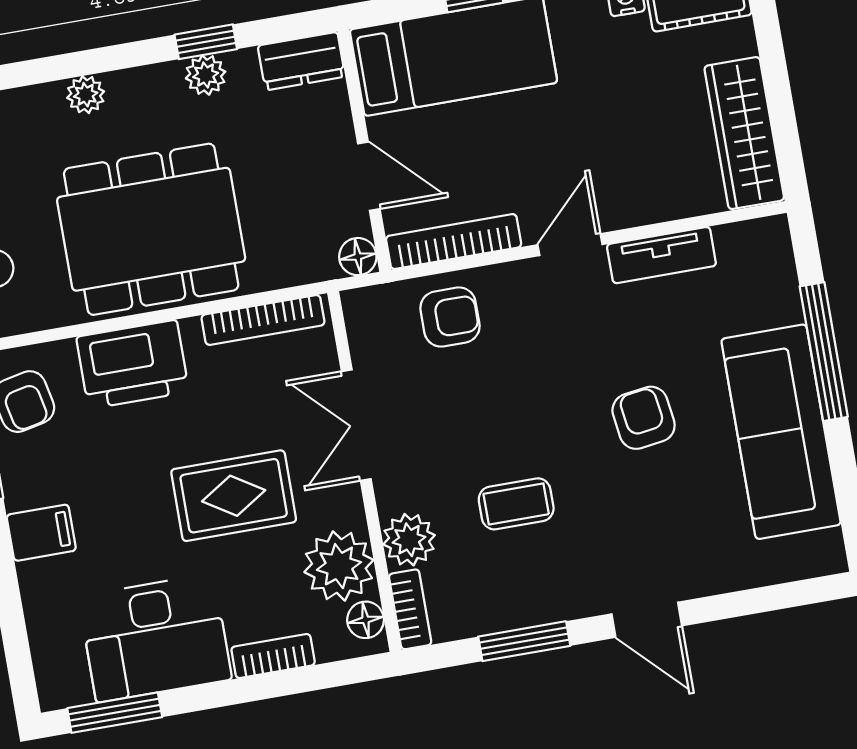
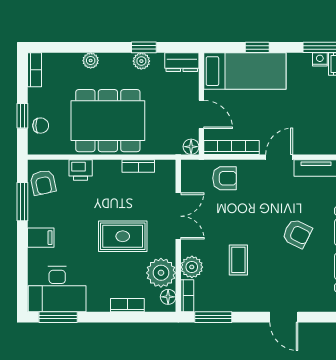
bookcase: (263, 320) -> (138, 166), width x0.64
printer: (133, 364) -> (81, 170), width x0.53, depth x0.68
armchair: (644, 418) -> (297, 234), turned 124
double door: (356, 425) -> (178, 216), swing flipped
coffee table: (516, 504) -> (238, 260), turned 90
desk: (155, 638) -> (57, 289), moved
window: (524, 641) -> (213, 317), moved

